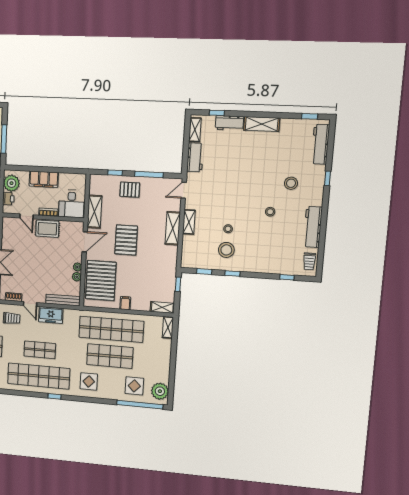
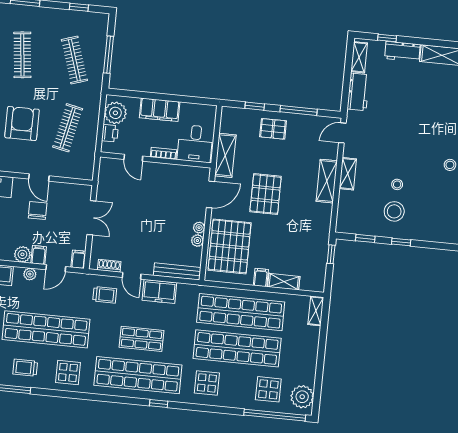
rug: (47, 229) -> (161, 175), removed
shelving: (162, 307) -> (284, 282), moved
shop shelf: (110, 356) -> (237, 348), width x1.40

